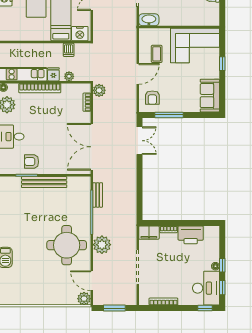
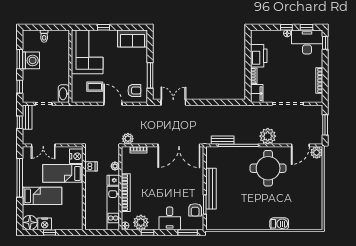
armchair: (32, 162) -> (195, 210), moved

